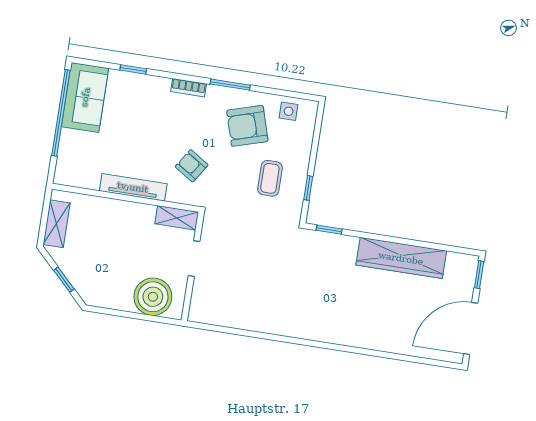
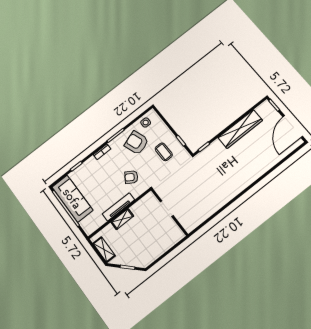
sofa: (85, 97) -> (72, 199), width x1.36
armchair: (247, 126) -> (137, 143), turned 87
shelving: (177, 218) -> (122, 219), moved
boiler: (153, 297) -> (166, 239), removed

